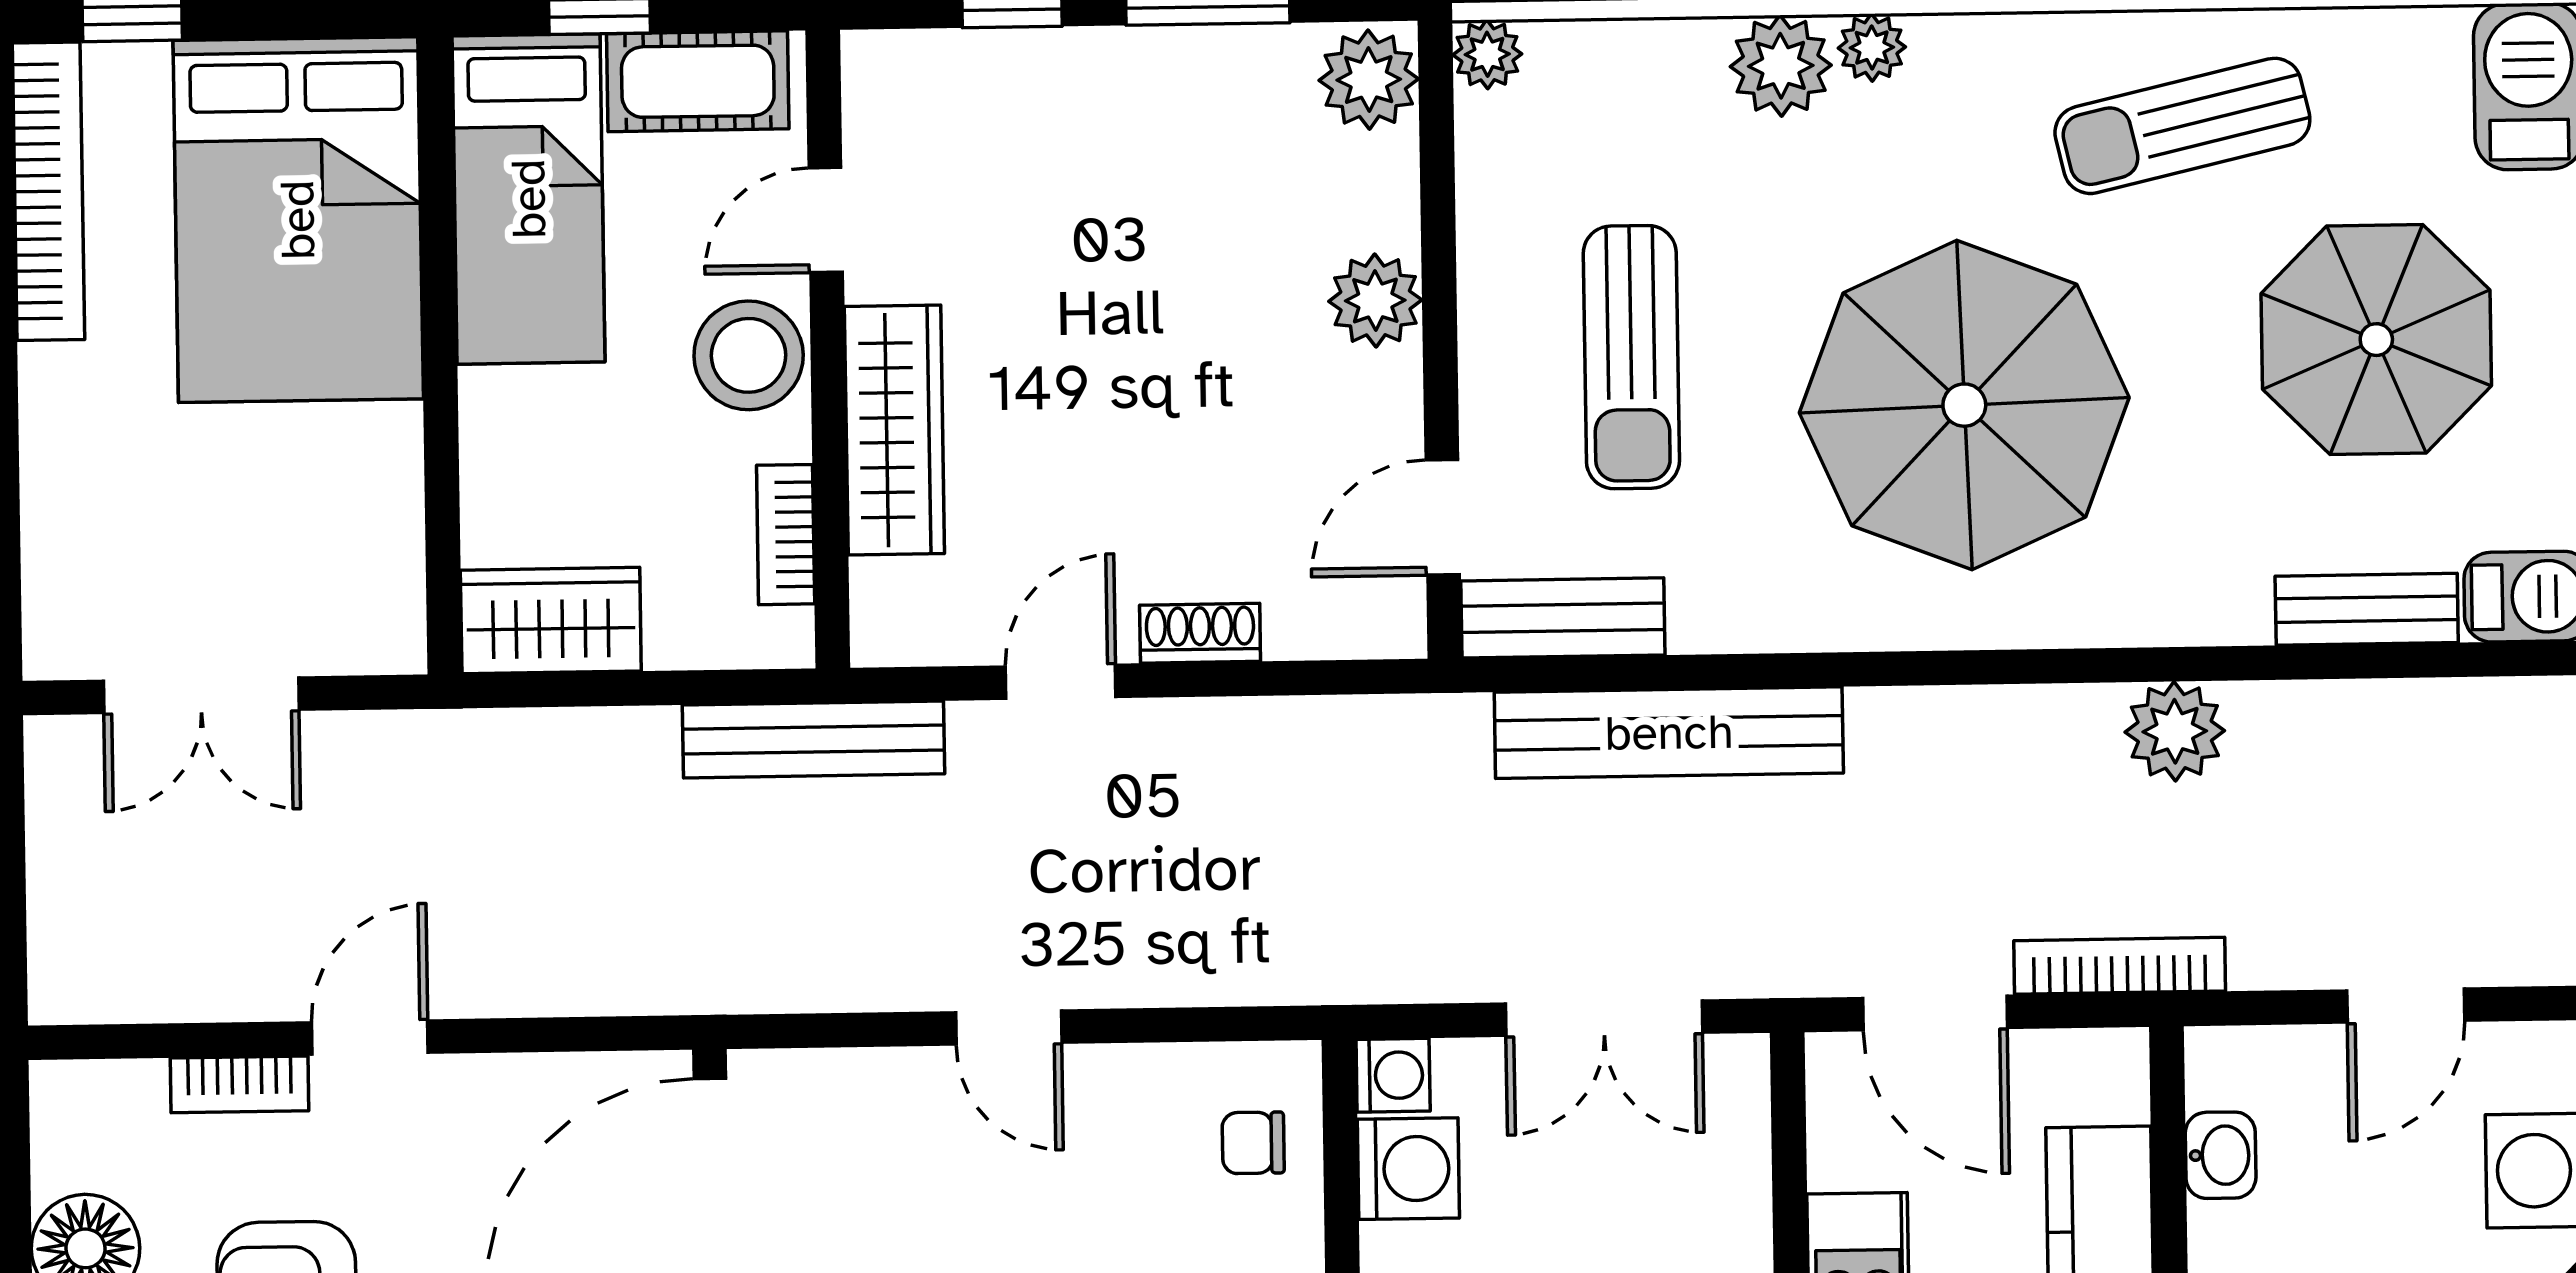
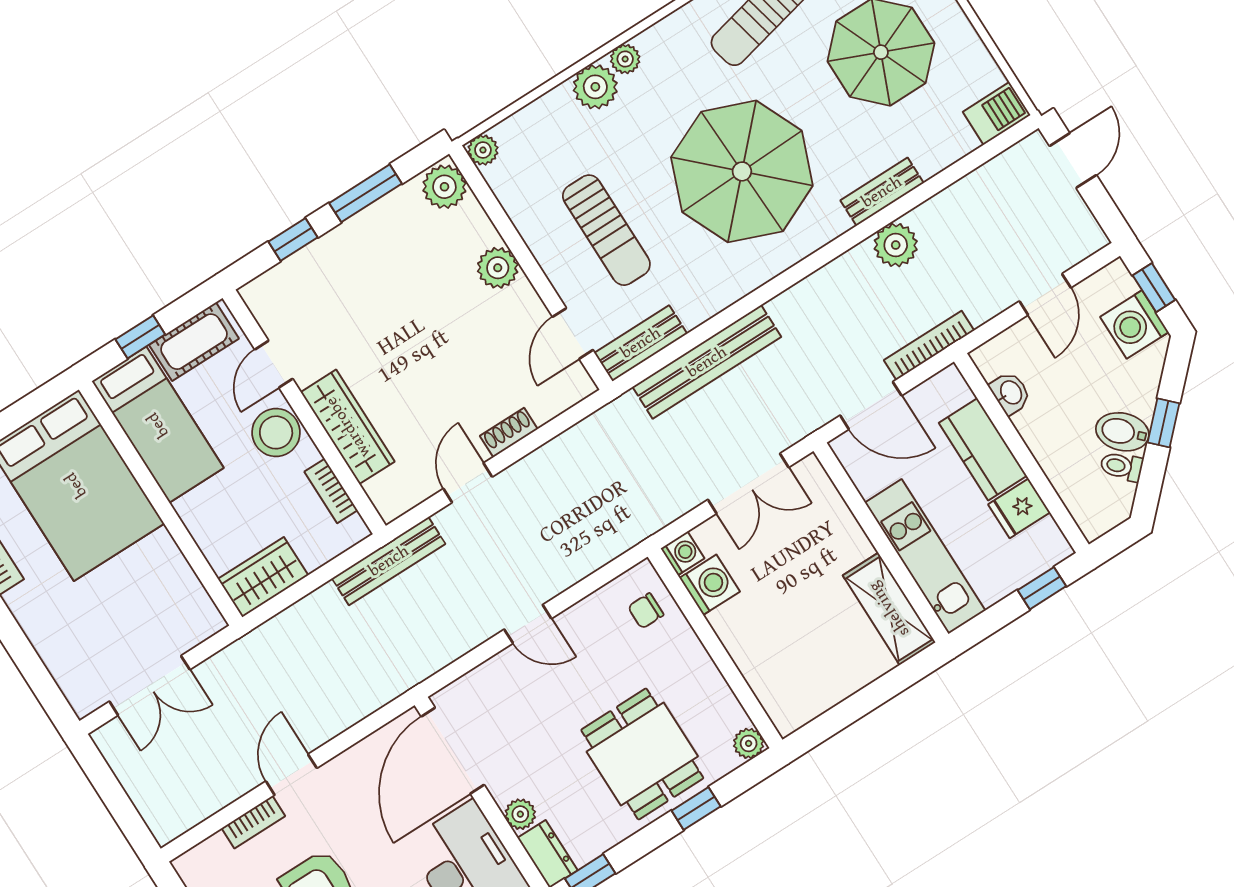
bench: (2367, 609) -> (882, 192), moved

